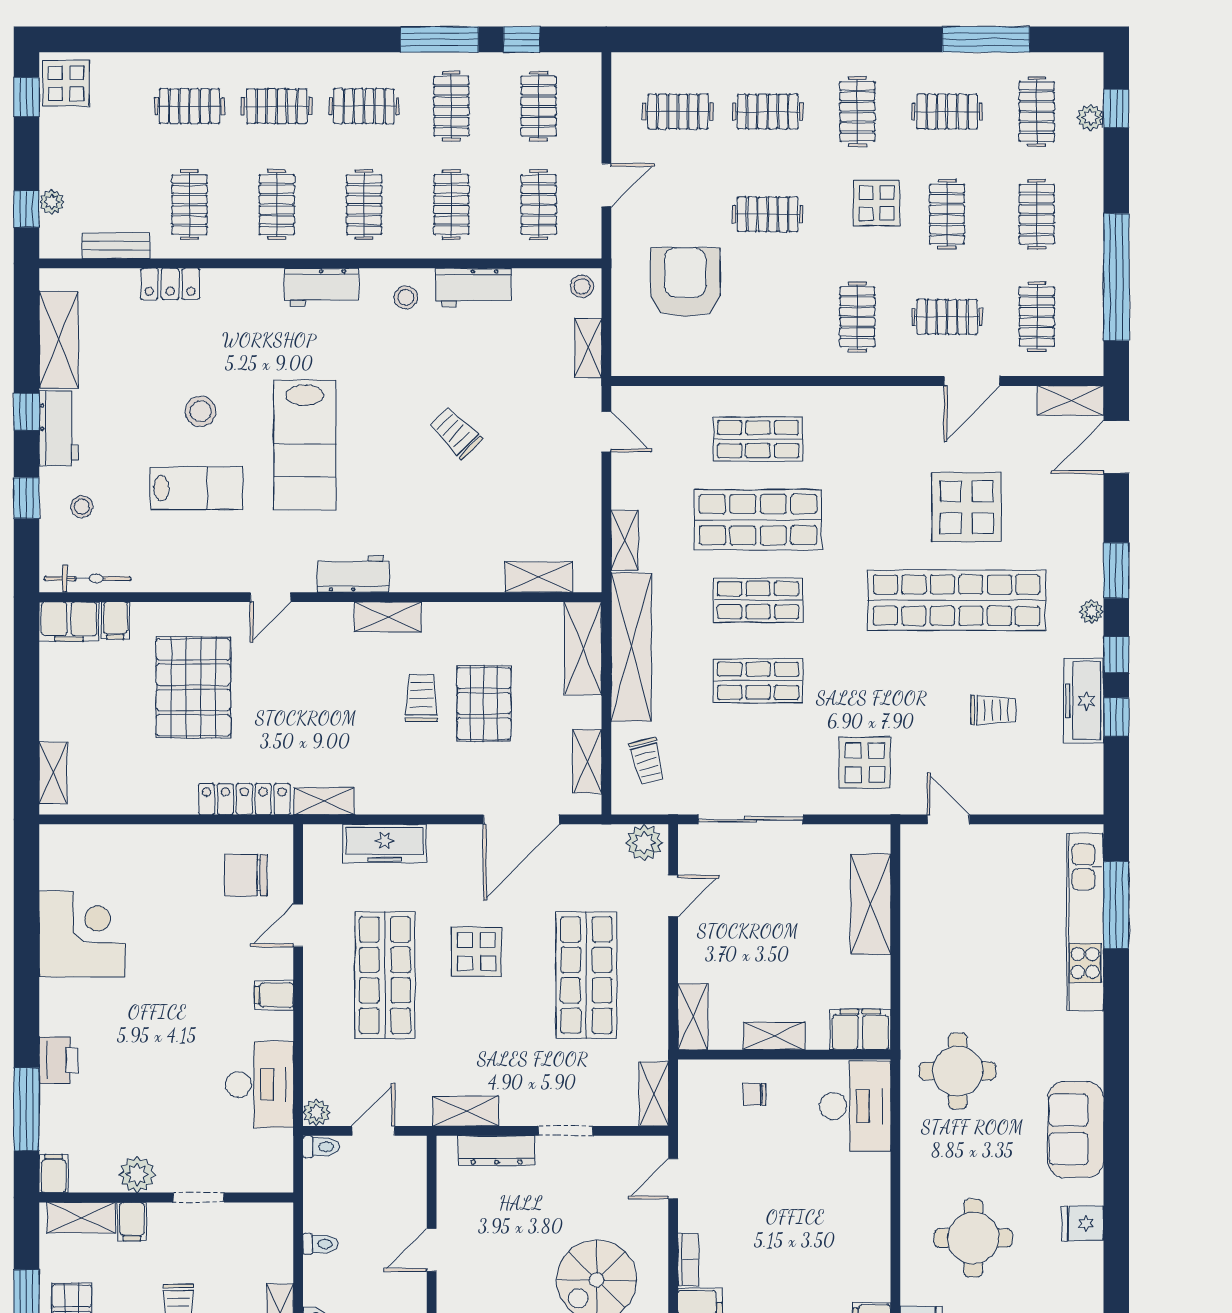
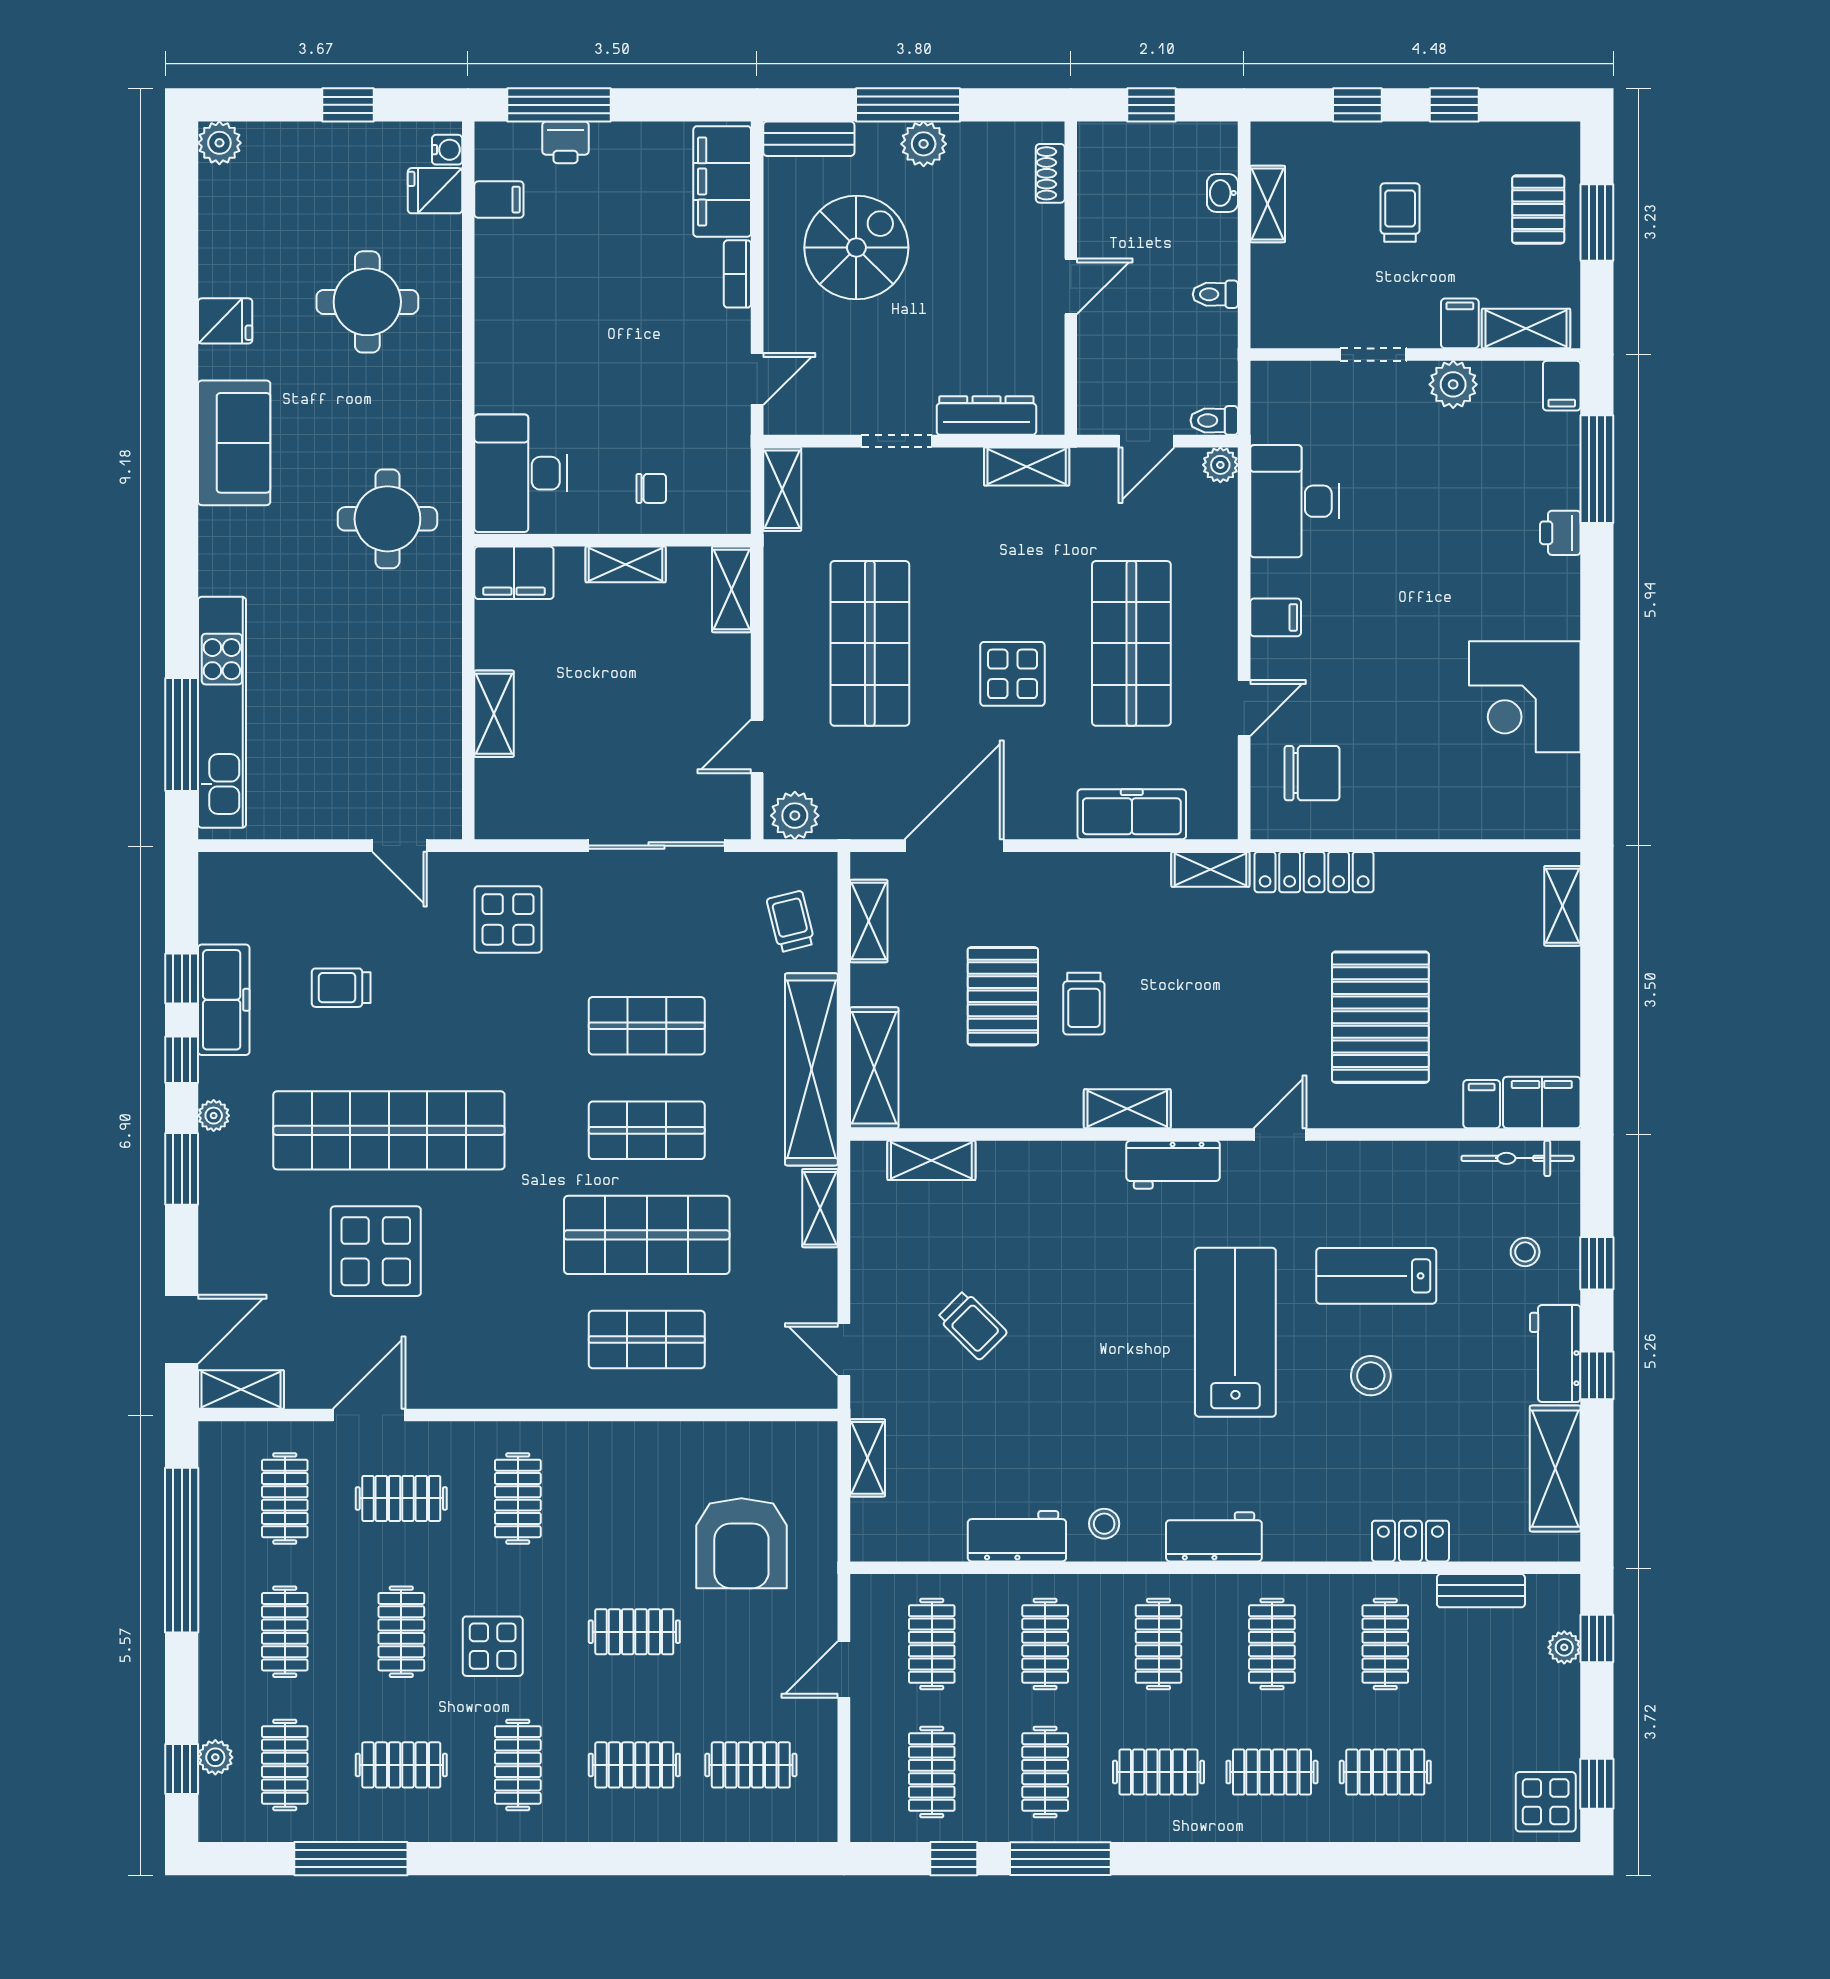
stool: (582, 286) -> (876, 1538), removed
trolley: (456, 433) -> (972, 1325), moved
shelving: (871, 904) -> (494, 714), width x0.67, depth x0.75
printer: (58, 1060) -> (1560, 533), width x0.73, depth x0.81

